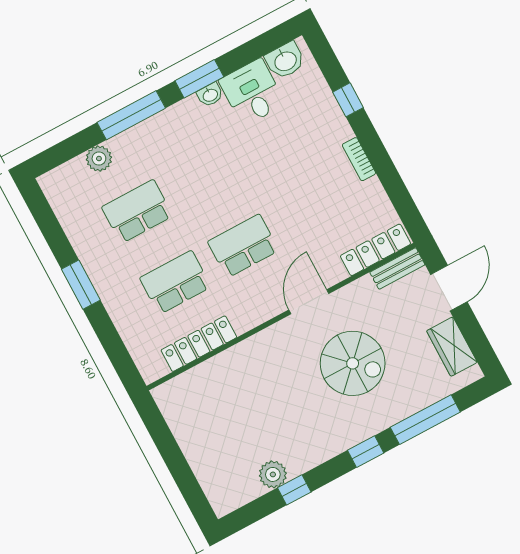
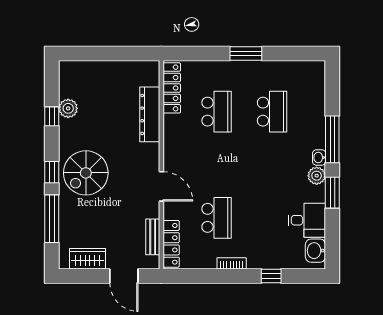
washbasin: (210, 95) -> (319, 157), moved
plant: (99, 159) -> (317, 176), moved
school desk: (243, 246) -> (217, 218), moved
bench: (397, 268) -> (153, 237), moved
locker: (199, 344) -> (172, 88), moved
spiral stairs: (353, 363) -> (86, 173), moved
dresser: (225, 366) -> (150, 114), added

